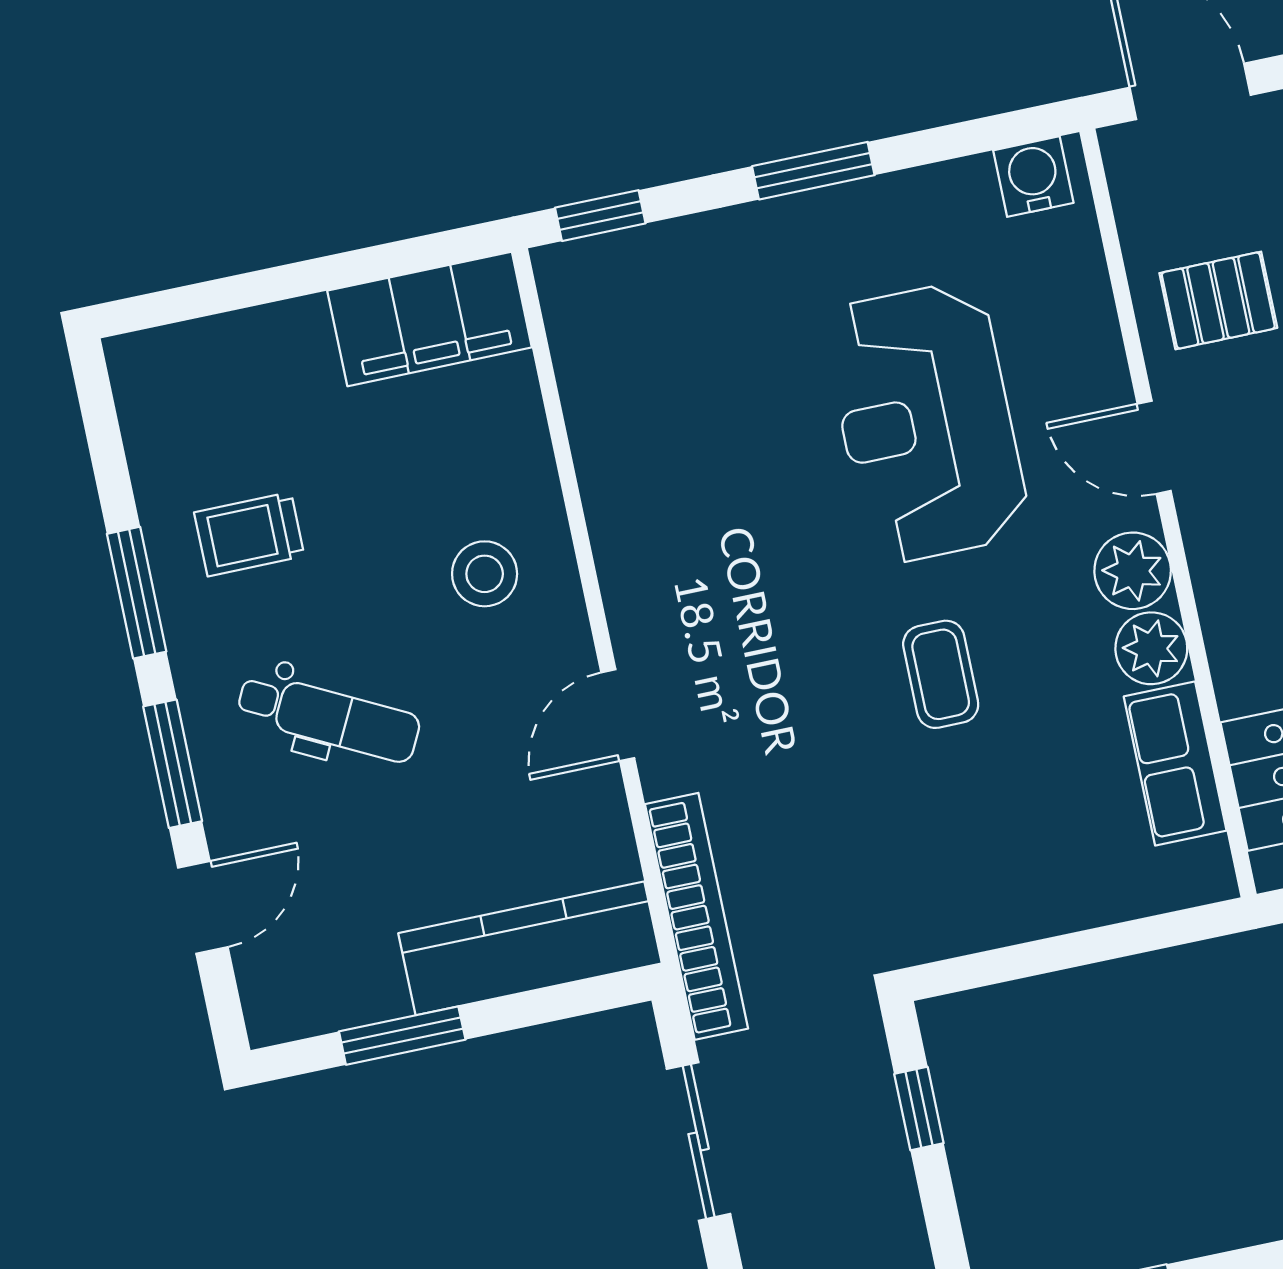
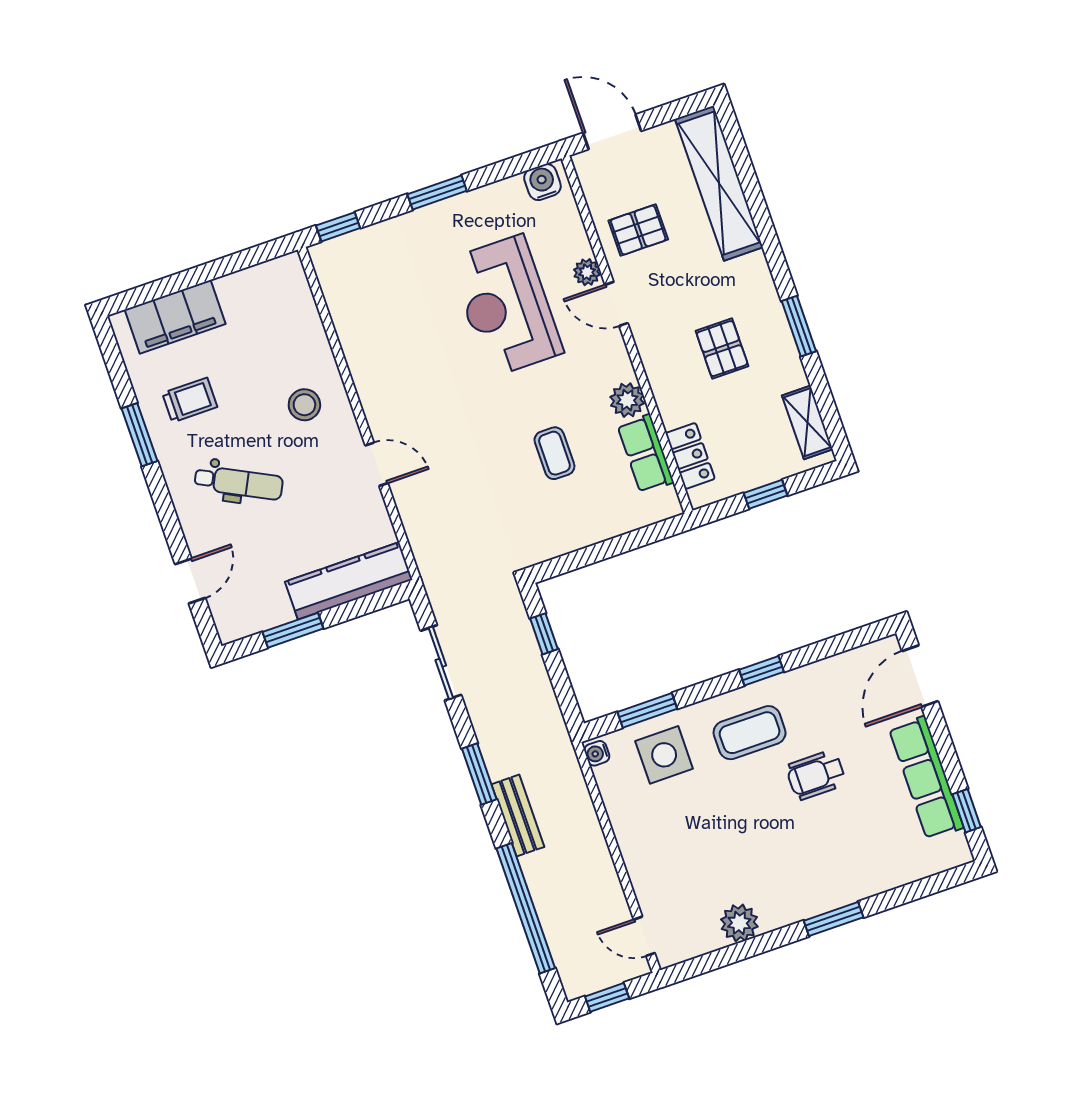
filing cabinet: (430, 319) -> (175, 317), moved
trolley: (249, 534) -> (190, 400), turned 180
plant: (1133, 571) -> (587, 272), moved, width x0.73, depth x0.73
coffee table: (941, 674) -> (554, 453), moved
door: (618, 715) -> (377, 464), swing flipped
window: (173, 764) -> (167, 514), removed
bookcase: (697, 916) -> (426, 555), removed

